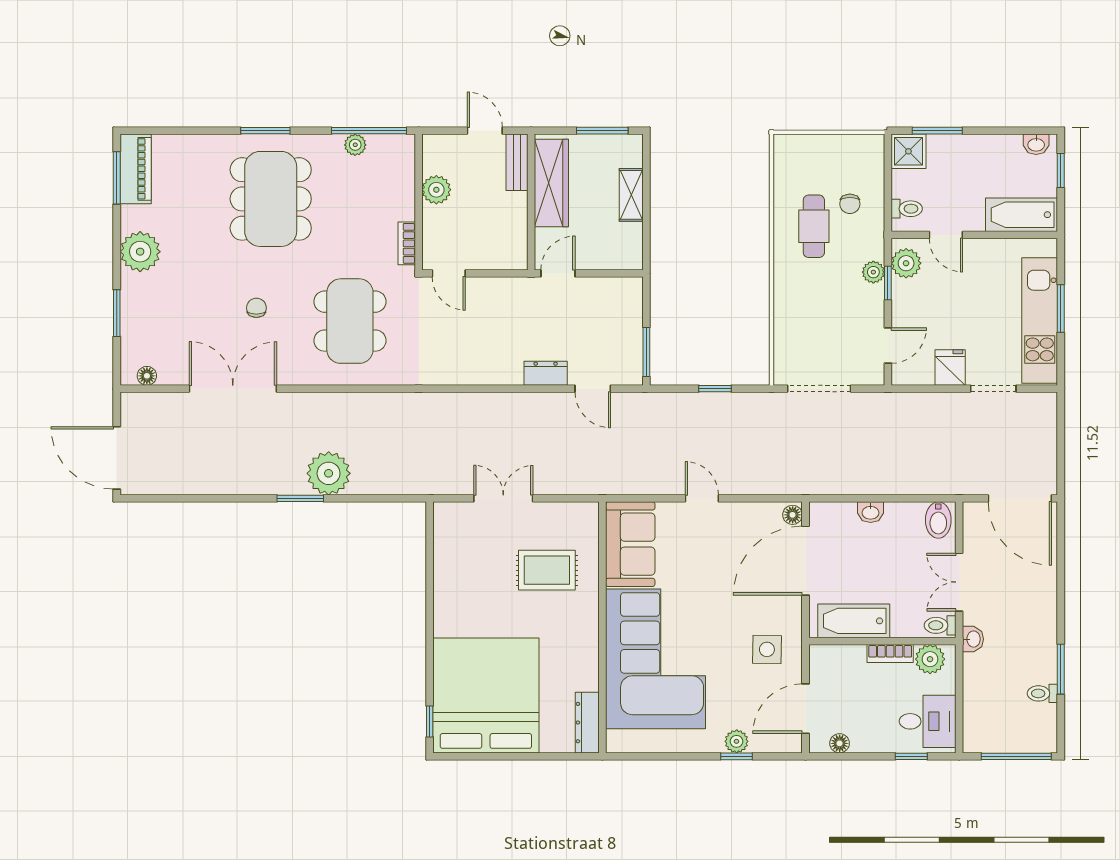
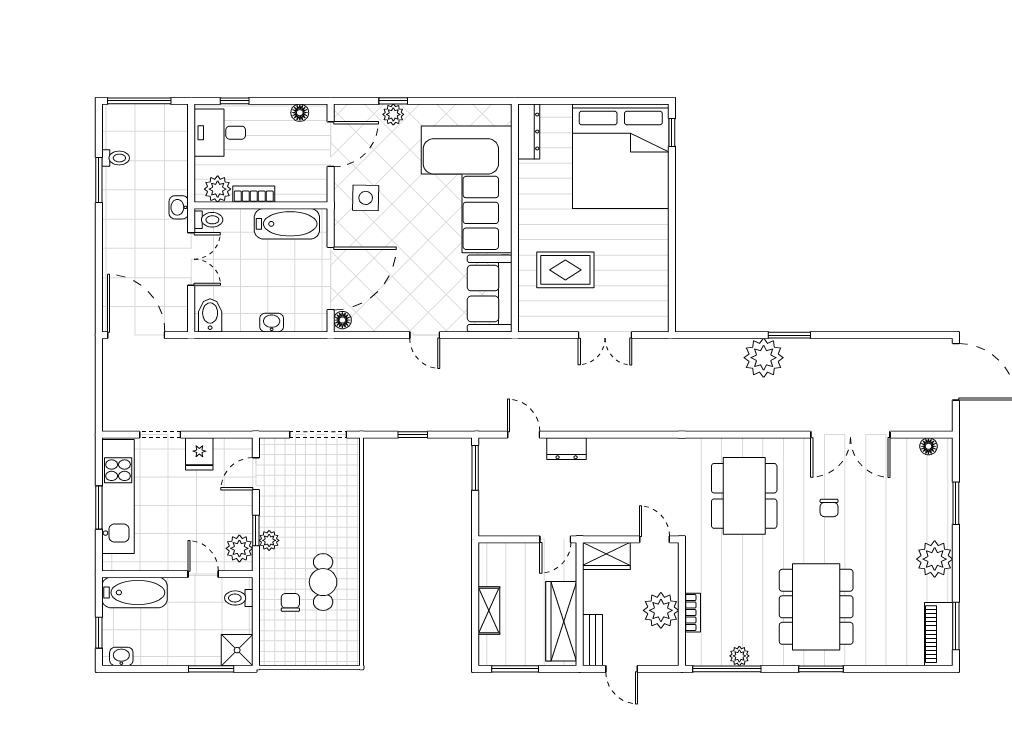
plant: (436, 190) -> (661, 610), width x1.36, depth x1.36
bookcase: (407, 243) -> (693, 613), moved
wardrobe: (502, 255) -> (606, 556), added

